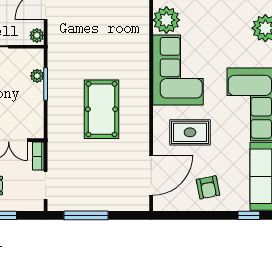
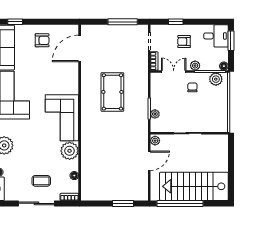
rug: (190, 132) -> (54, 77), removed
armchair: (208, 187) -> (42, 40), turned 101

